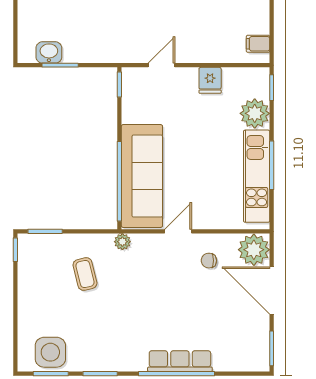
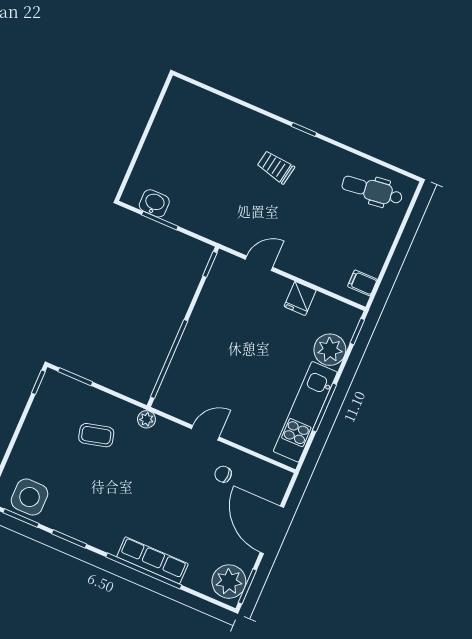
sofa: (142, 176) -> (193, 363), removed
plant: (254, 250) -> (229, 582), moved
coffee table: (85, 274) -> (96, 435), turned 90

